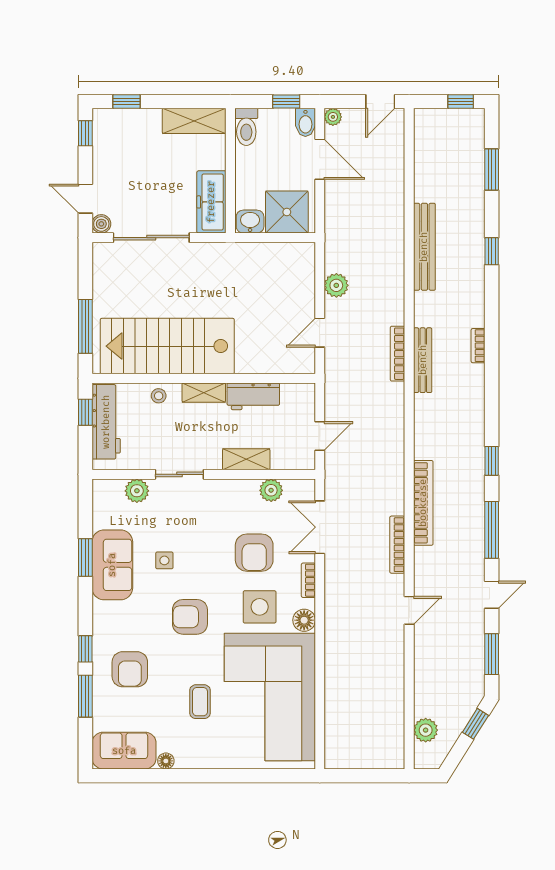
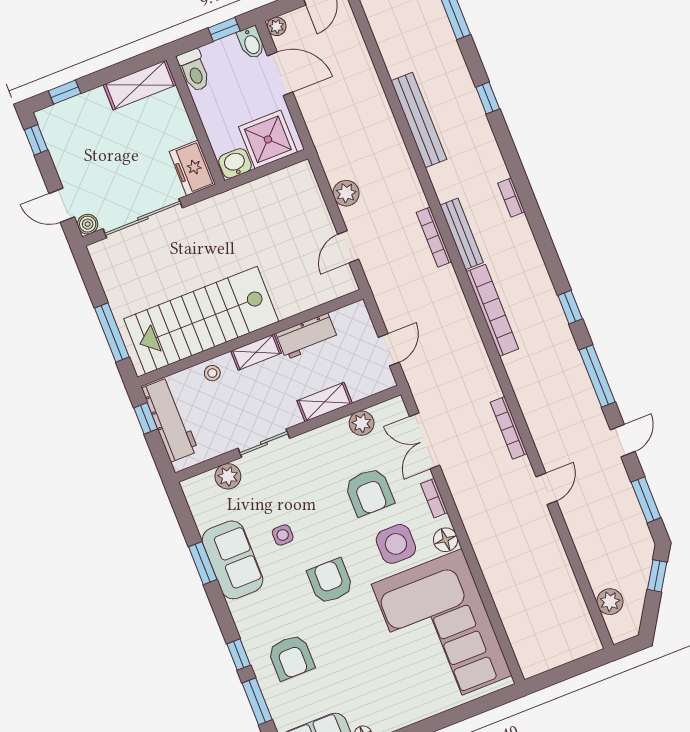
freezer: (211, 202) -> (192, 168), width x0.71
bookcase: (423, 503) -> (492, 310), moved
armchair: (190, 617) -> (330, 581), turned 90
coffee table: (200, 702) -> (374, 662), removed

